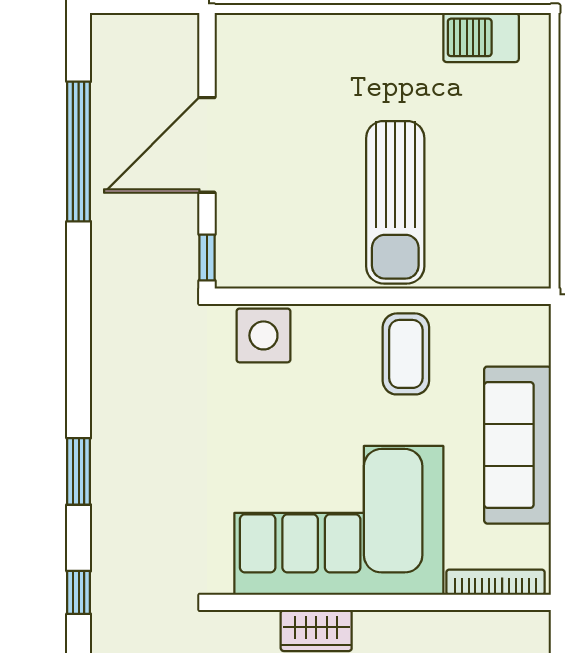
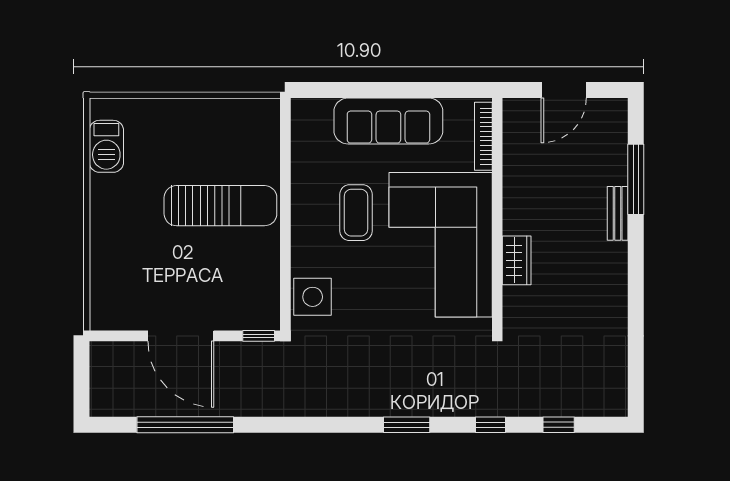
coffee table: (406, 354) -> (356, 213), moved, turned 90

